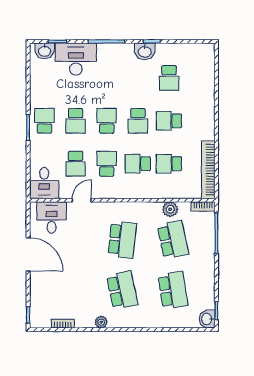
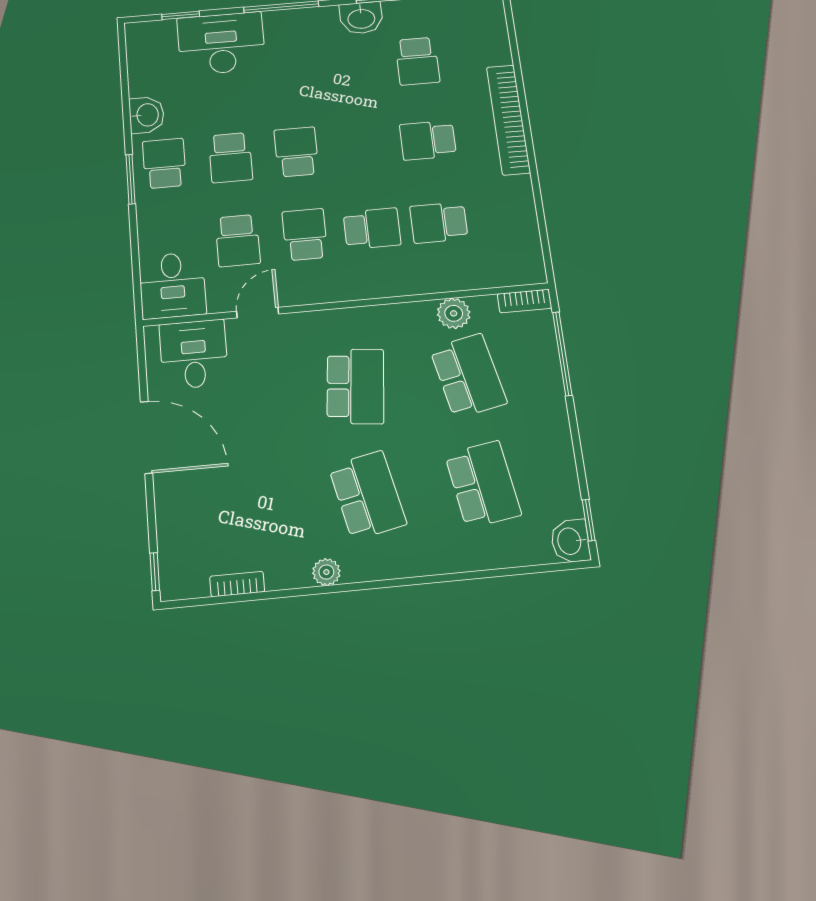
washbasin: (45, 51) -> (147, 115), moved, turned -90
school desk: (138, 121) -> (362, 146), removed
school desk: (138, 164) -> (372, 229), turned 180
bookcase: (208, 170) -> (508, 120), moved

